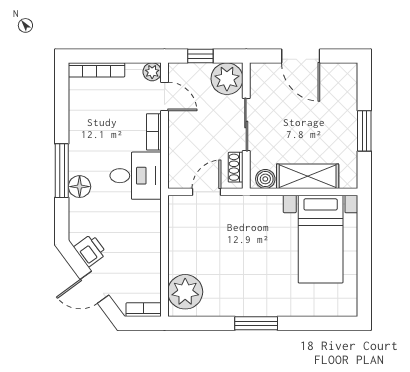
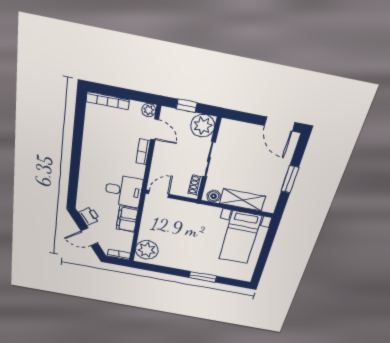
door: (301, 56) -> (280, 124), moved
window: (62, 171) -> (75, 165), removed
desk: (136, 176) -> (124, 191), moved
floor lamp: (80, 187) -> (86, 177), removed
door: (206, 192) -> (159, 194), moved
filing cabinet: (147, 244) -> (127, 219), added
window: (256, 323) -> (203, 277), moved

